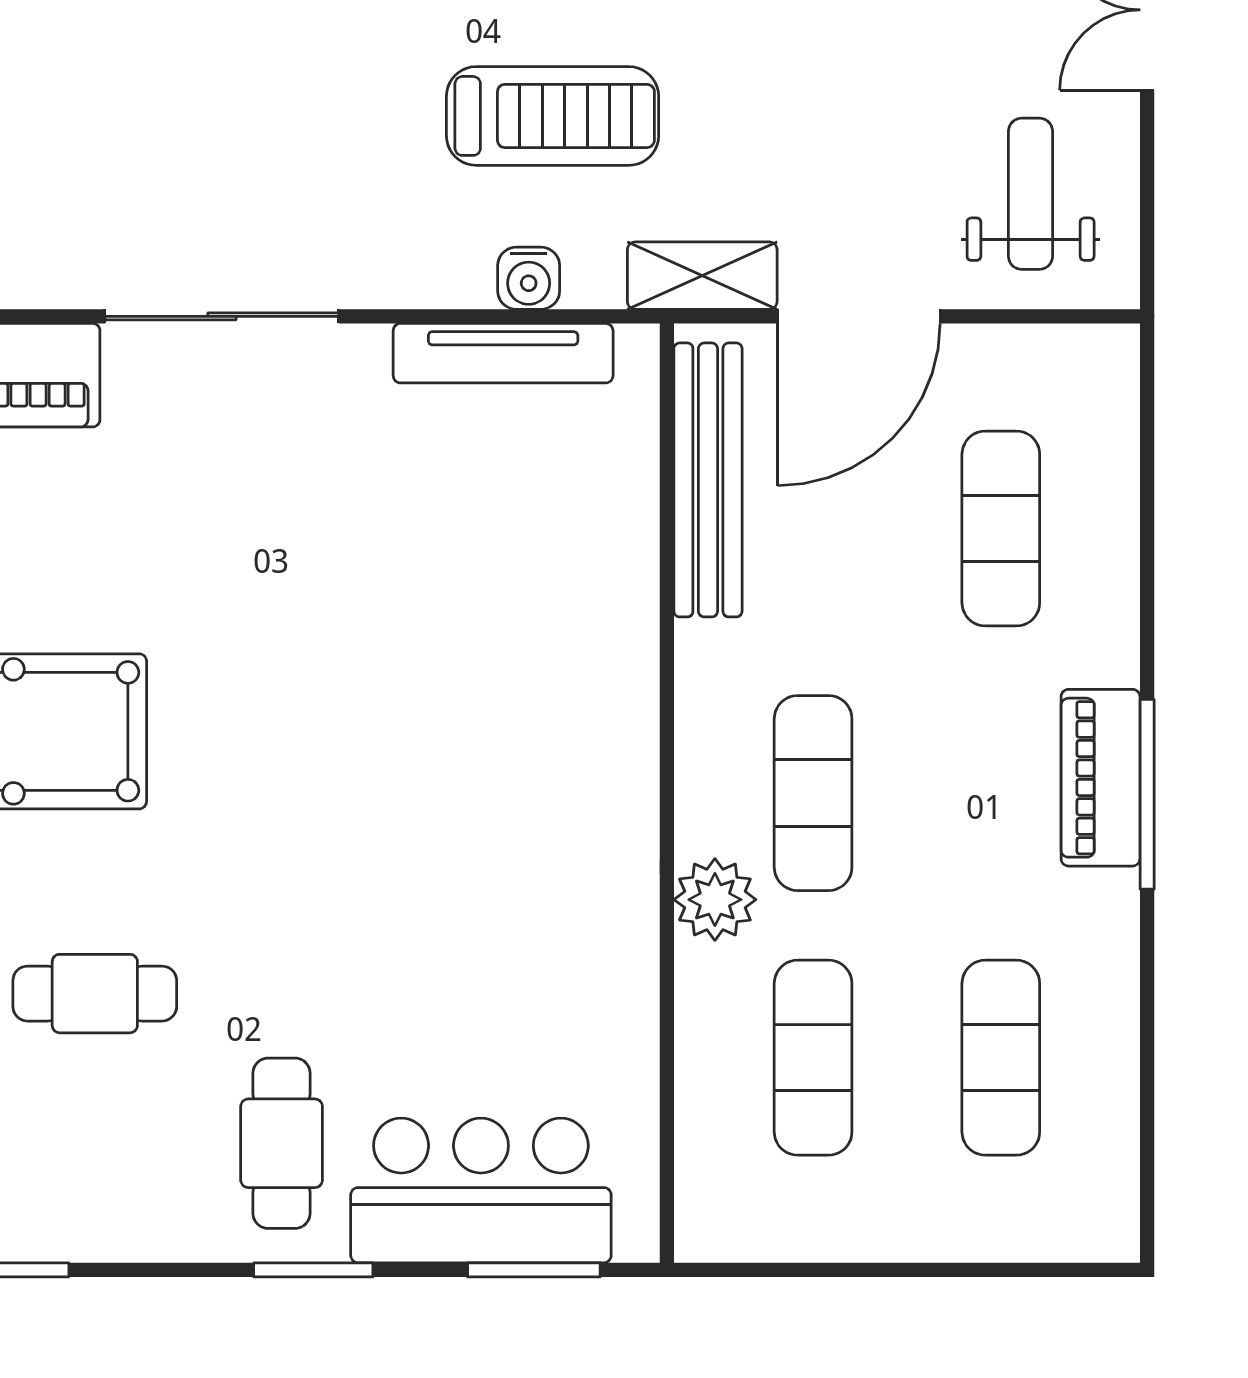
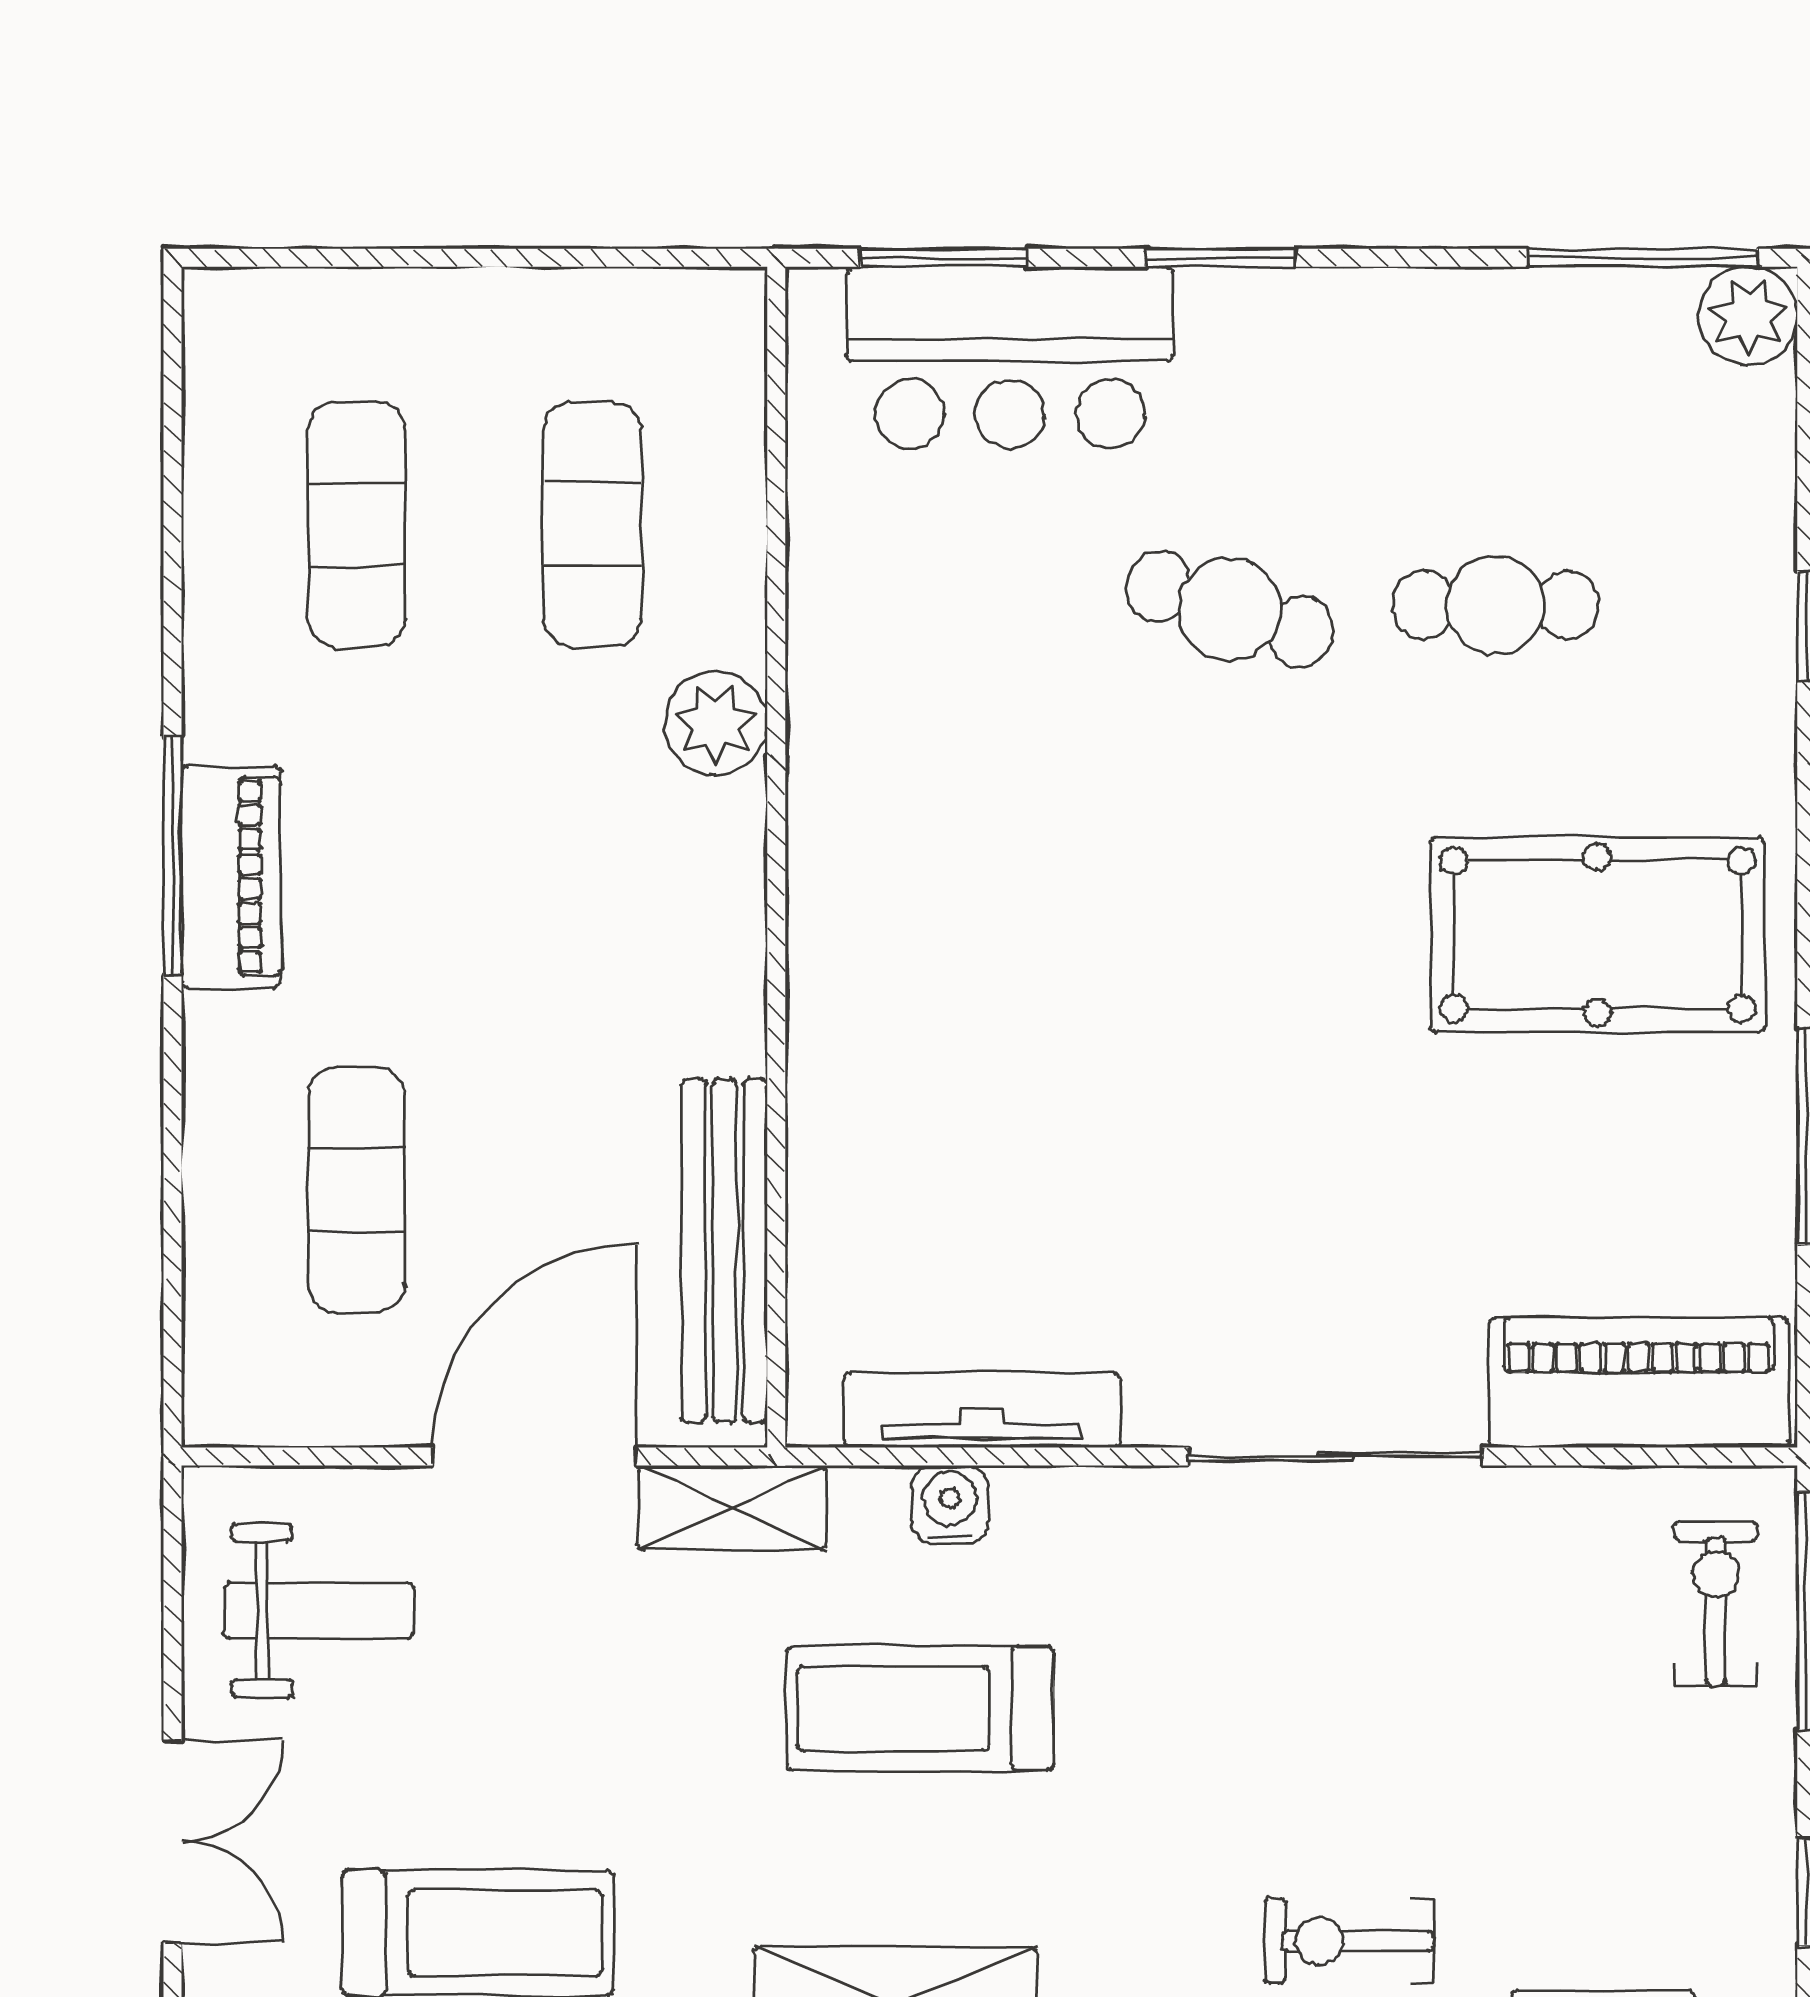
weight bench: (1031, 194) -> (319, 1610), turned -90
exercise mat: (813, 793) -> (592, 857), removed
cafe table: (282, 1143) -> (1230, 609), moved, turned -72

